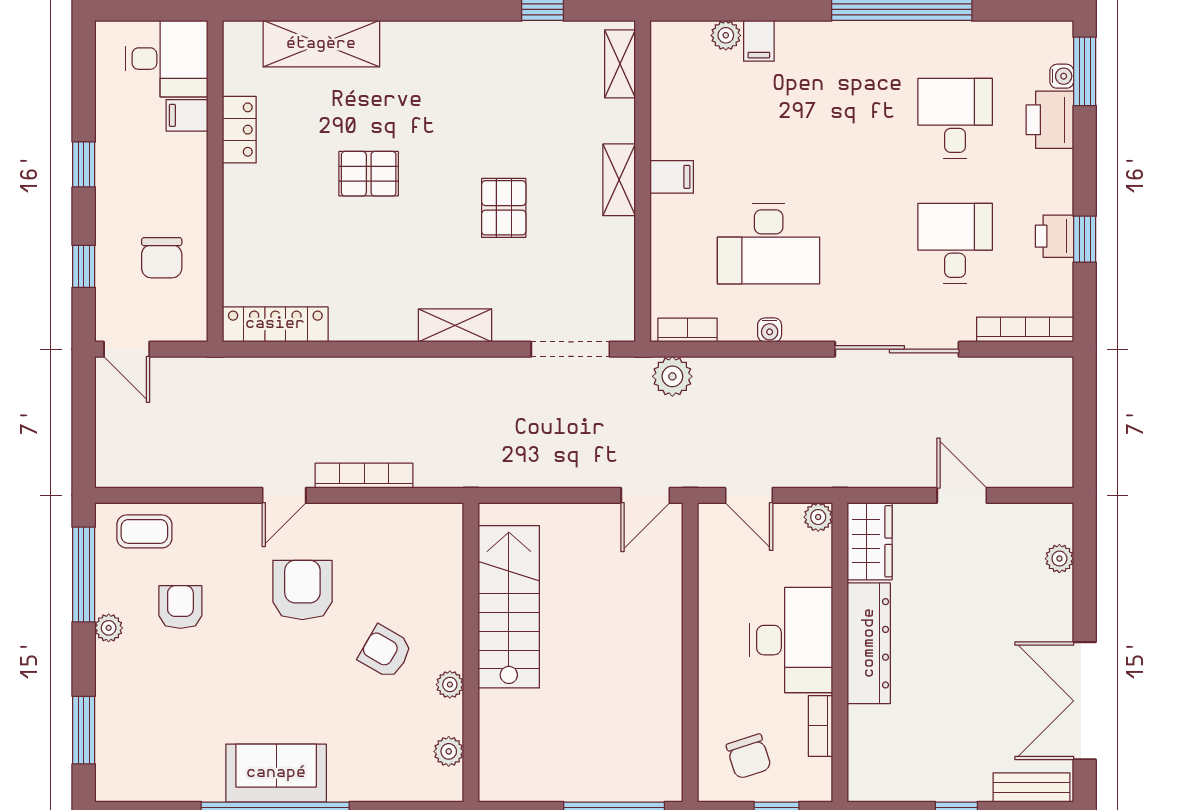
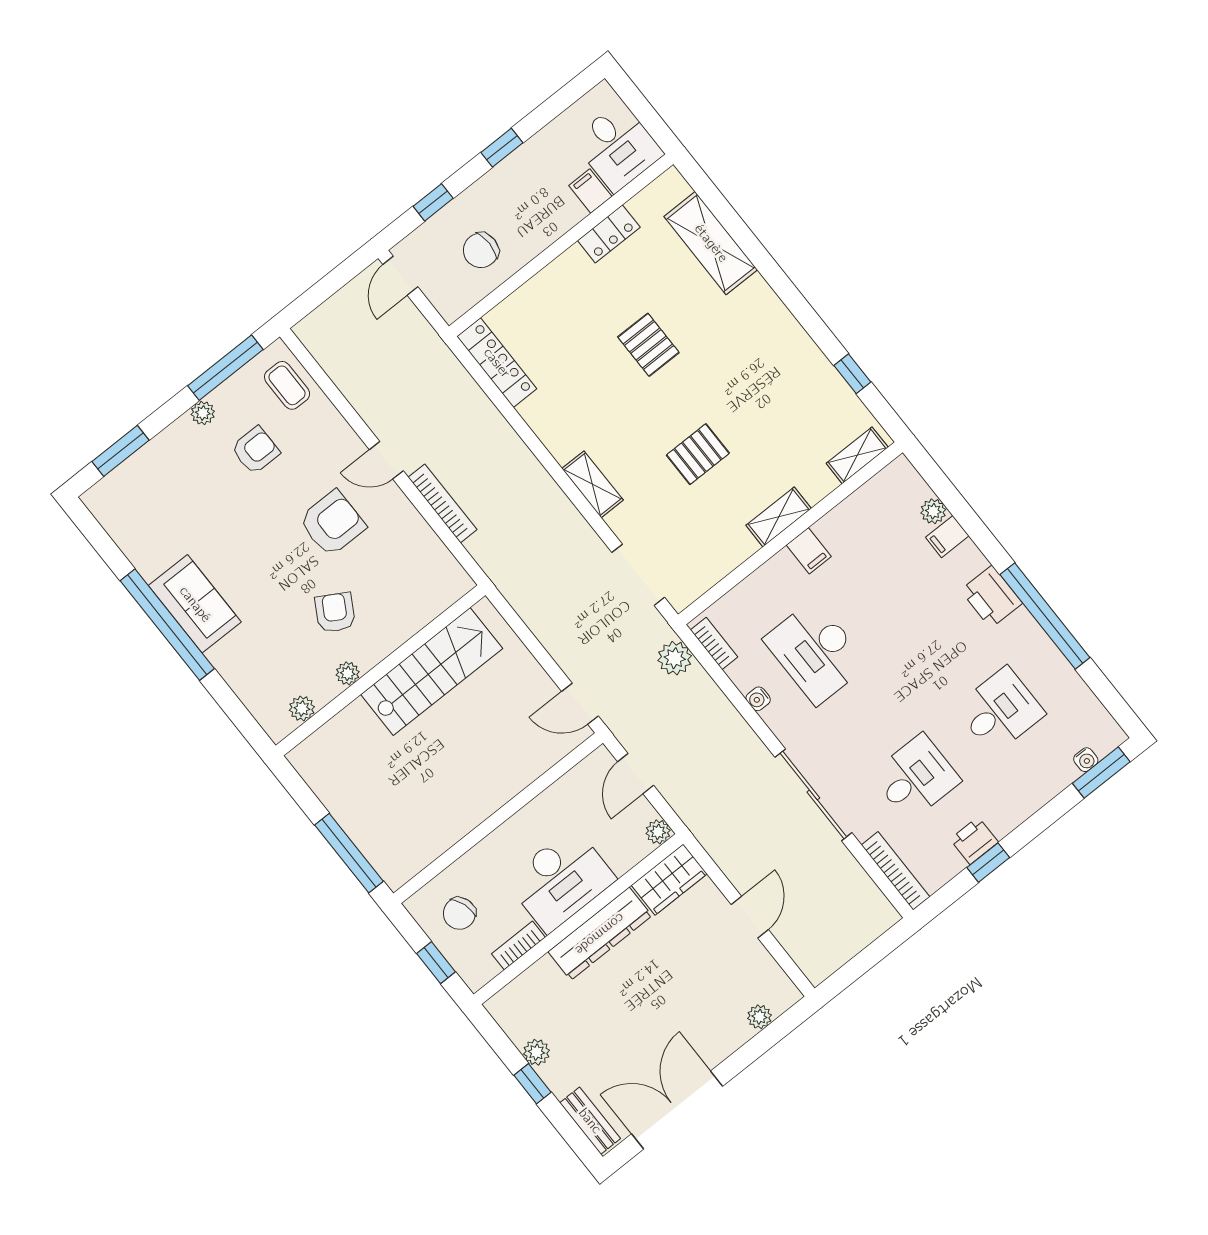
printer: (1050, 120) -> (991, 597), moved, turned -90
plant: (931, 787) -> (536, 1052), added

